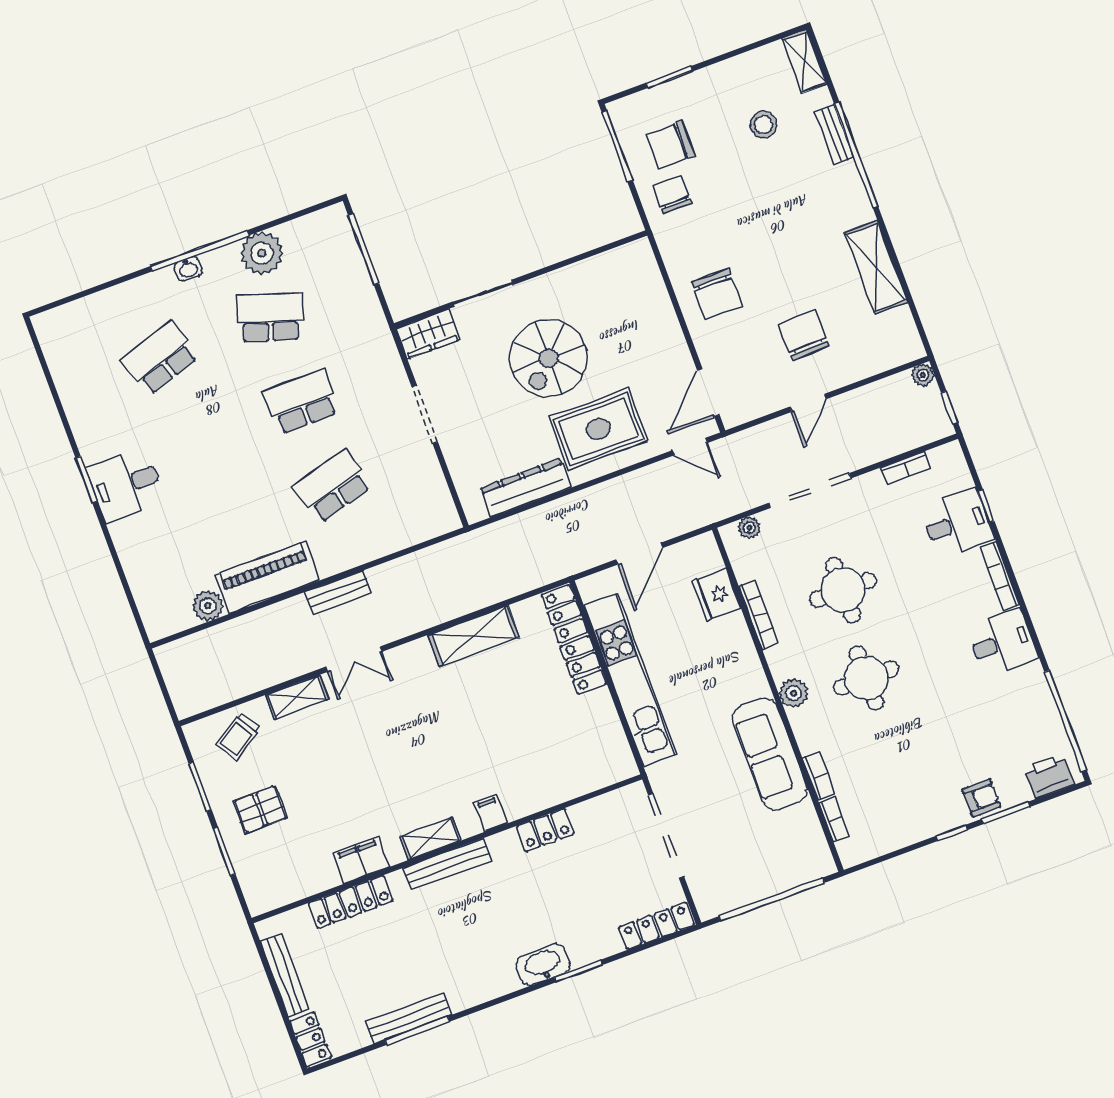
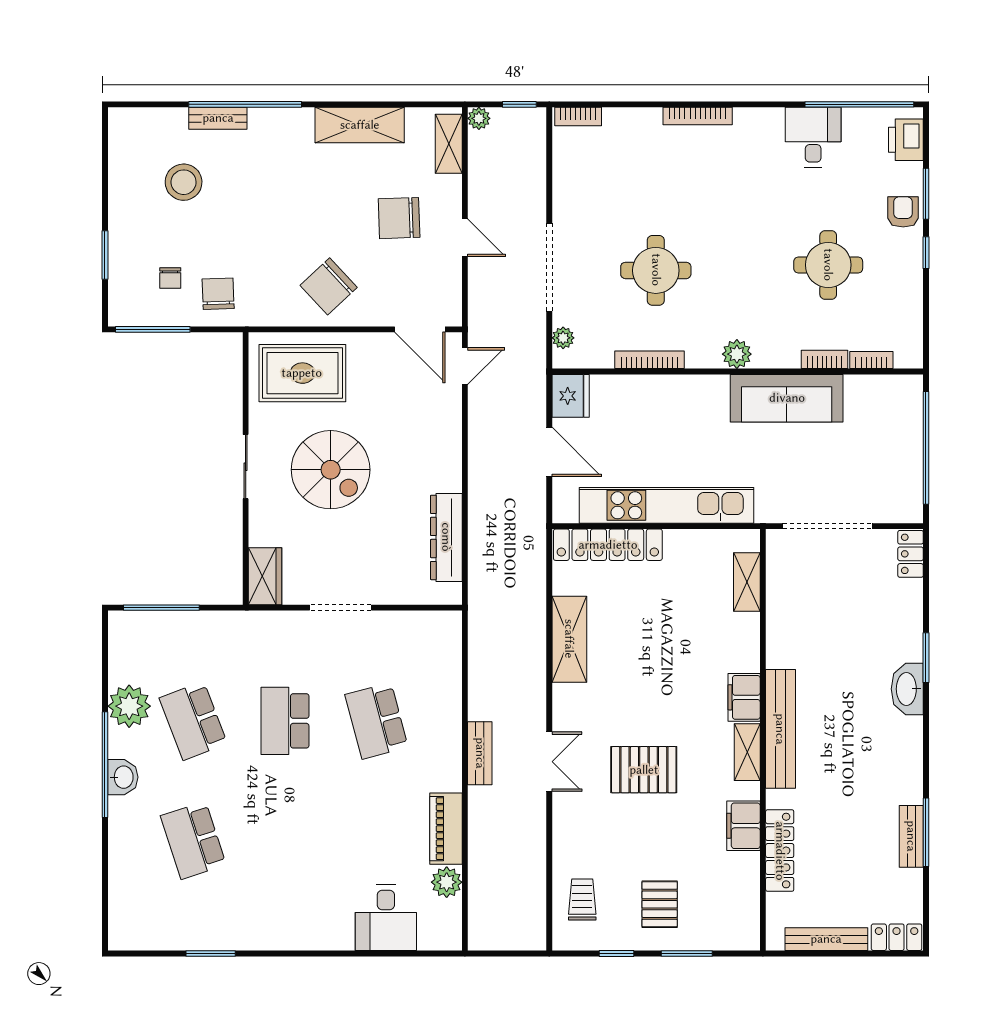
shelving: (804, 61) -> (449, 144), moved, turned 90
stool: (763, 125) -> (184, 182), width x1.38, depth x1.38
chair: (670, 145) -> (170, 278), width x0.54, depth x0.54
chair: (672, 194) -> (218, 294), turned 88
washbasin: (188, 269) -> (123, 777), width x1.38, depth x1.45
sliding door: (483, 293) -> (246, 467), moved
chair: (717, 294) -> (329, 286), turned 137
school desk: (270, 317) -> (193, 721), turned -39
rug: (598, 429) -> (302, 373), moved, turned 90
bookcase: (906, 468) -> (578, 117), moved, turned 90
window: (86, 480) -> (211, 953), moved
desk: (126, 484) -> (386, 918), moved
window: (986, 506) -> (627, 104), removed
desk: (957, 523) -> (632, 138), removed
piano: (267, 578) -> (446, 829), width x0.73, depth x0.75
fridge: (716, 595) -> (571, 396), moved, turned -90
desk: (1002, 642) -> (813, 137), moved
round table: (866, 678) -> (828, 265), moved
shelving: (297, 697) -> (747, 582), moved
trolley: (238, 737) -> (582, 900), turned -147
pallet: (379, 749) -> (644, 770), added
window: (200, 787) -> (617, 953), width x0.67
filing cabinet: (491, 813) -> (744, 697), width x2.00
locker: (545, 830) -> (780, 639), removed
bench: (447, 864) -> (780, 729), width x1.37, depth x1.21
locker: (657, 926) -> (911, 554), width x0.66
bench: (409, 1018) -> (911, 836), width x0.73

